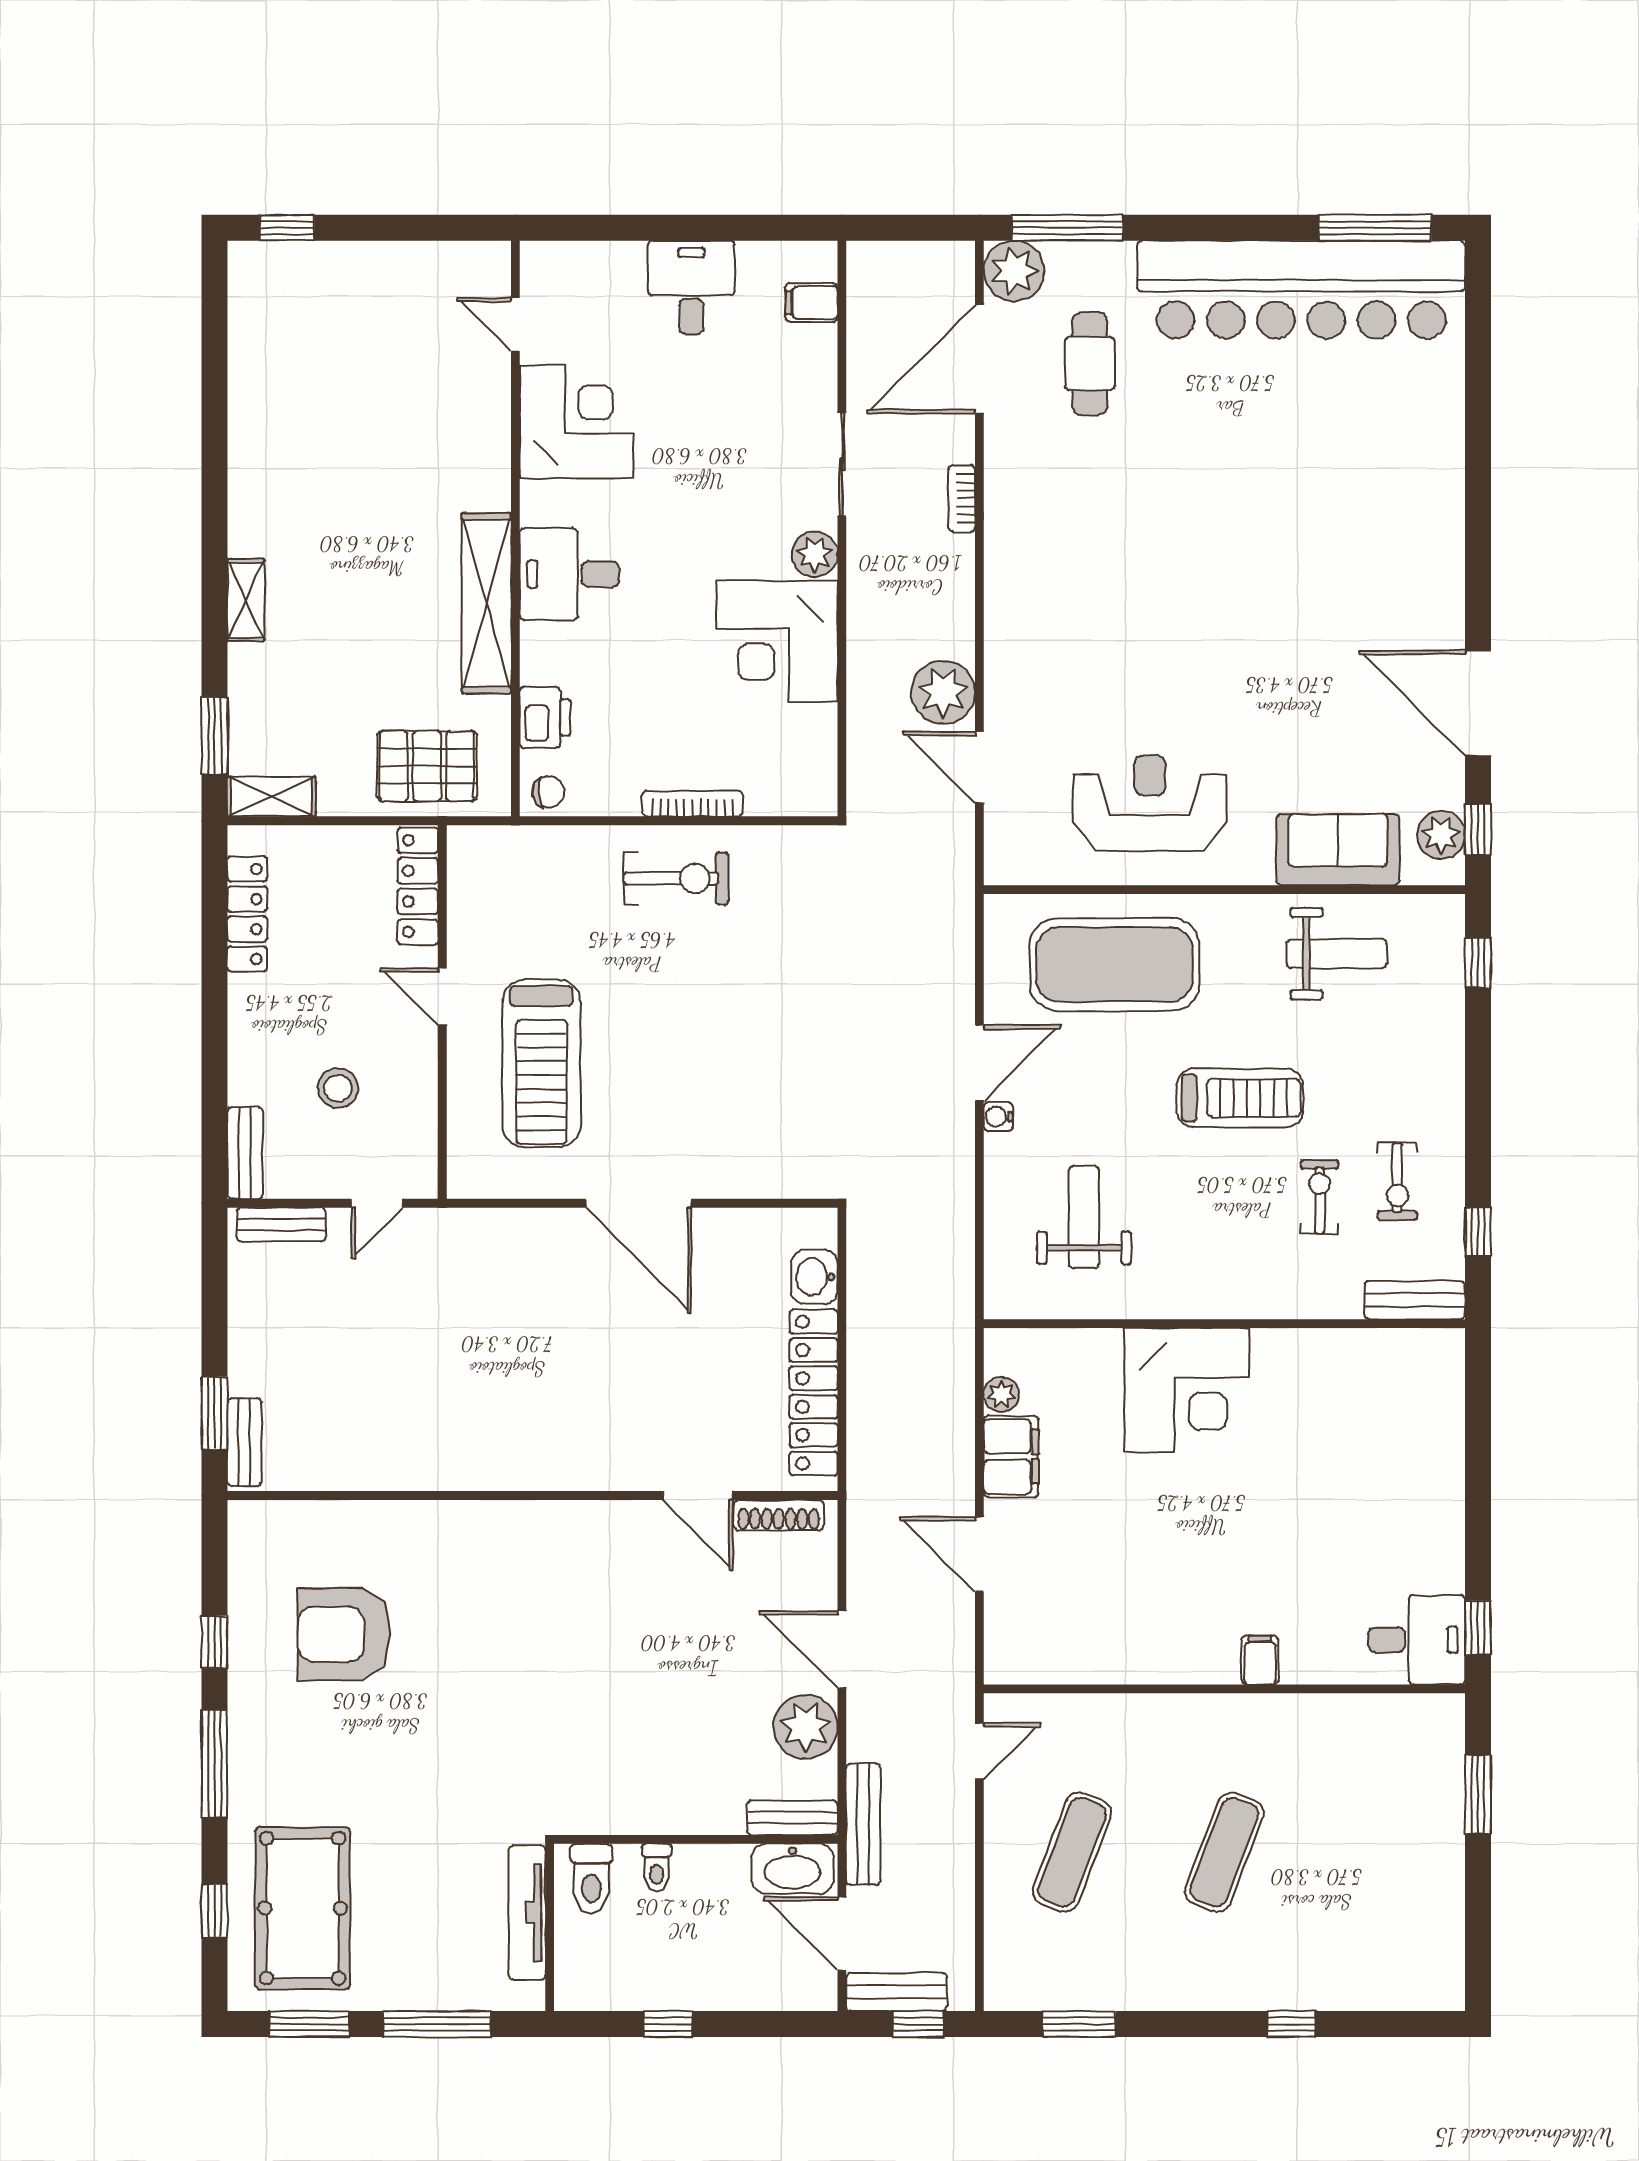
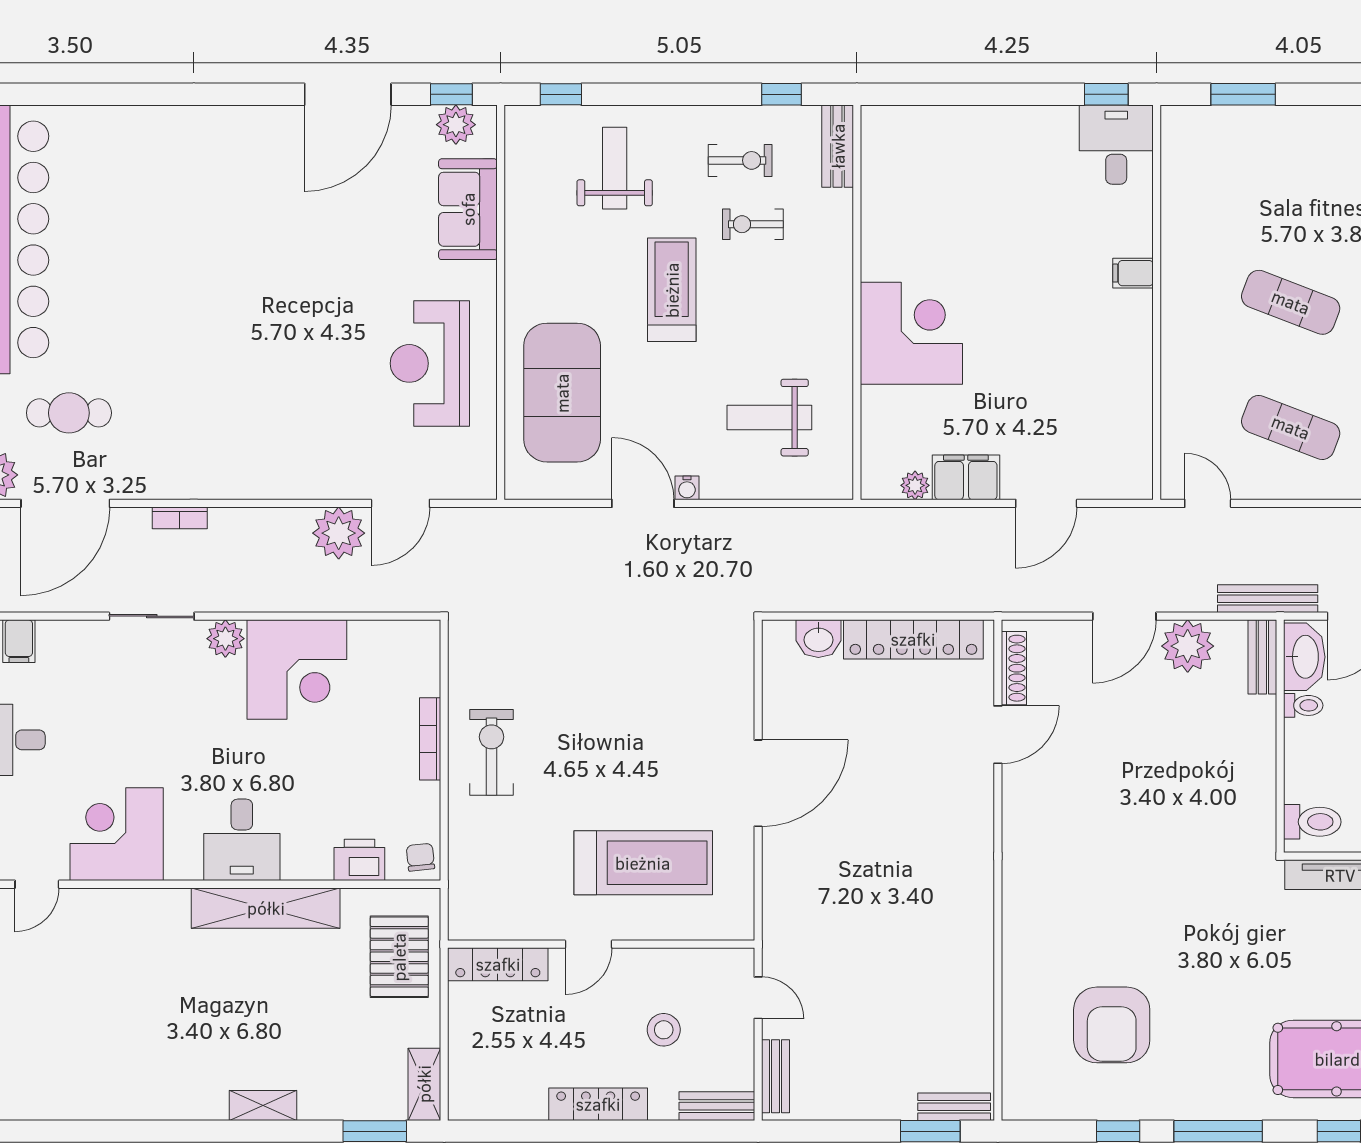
door: (979, 359) -> (65, 503), hinge flipped
locker: (247, 914) -> (598, 1104), moved
weight bench: (1337, 954) -> (615, 168), moved
toilet: (657, 1868) -> (1303, 705), moved

